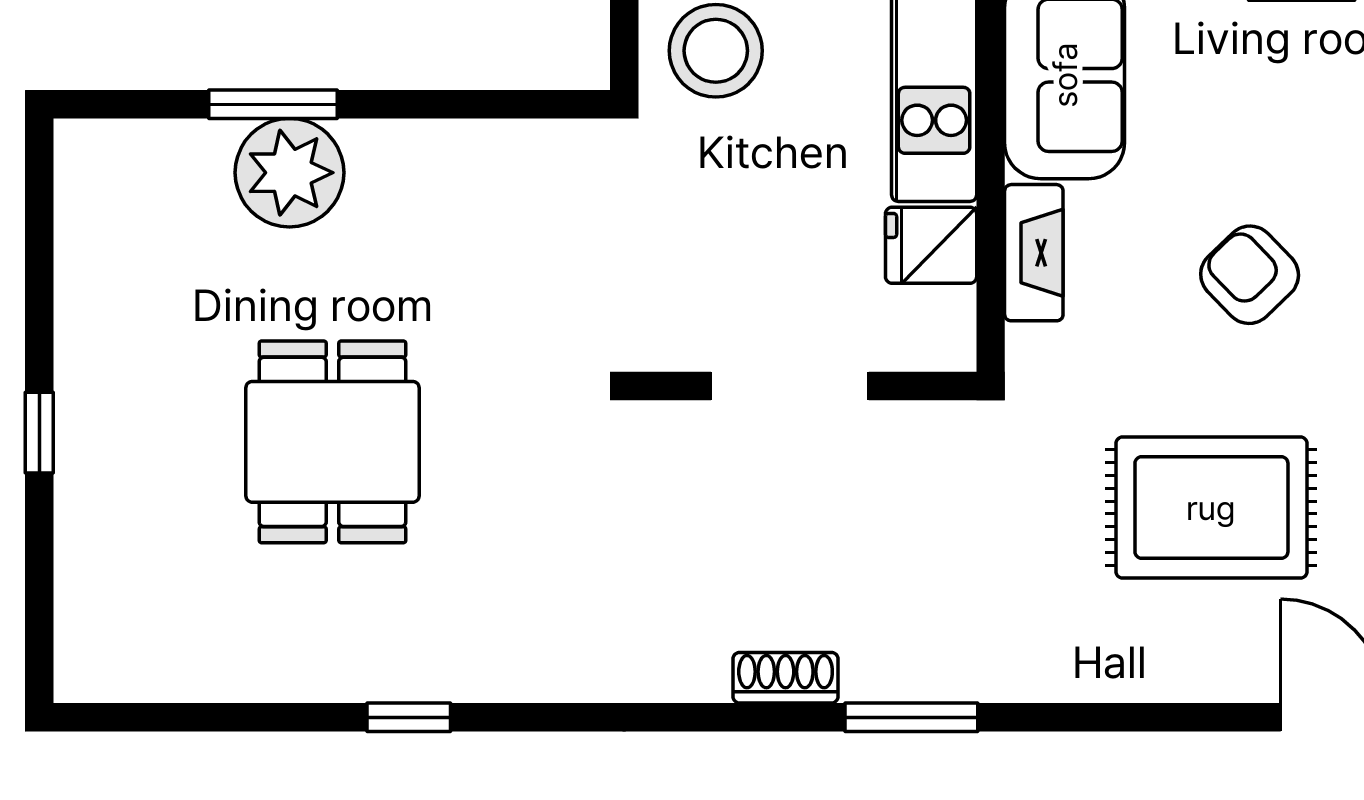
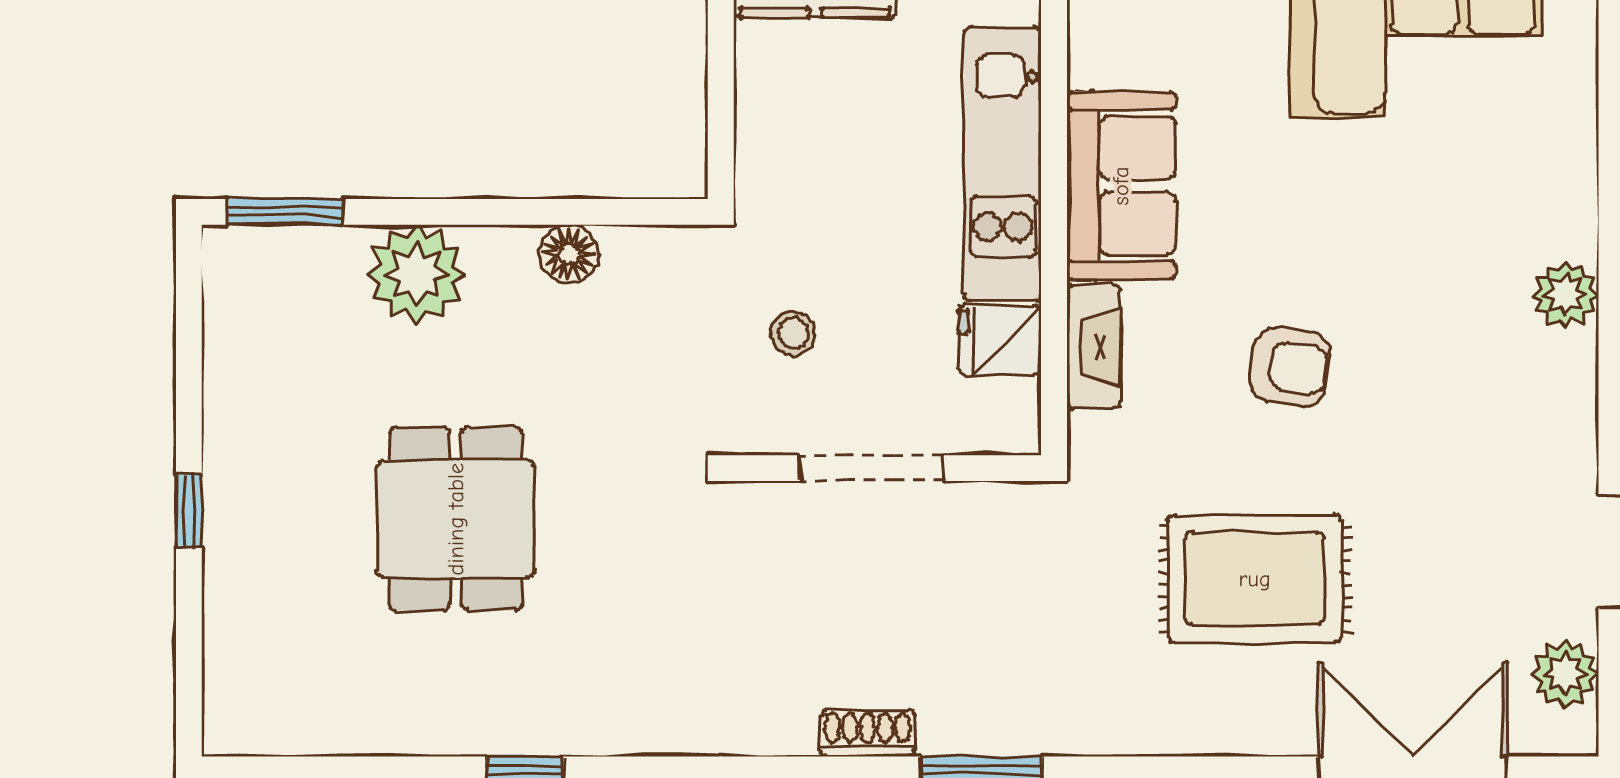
stool: (716, 51) -> (793, 334), moved, width x0.53, depth x0.53
window: (273, 104) -> (285, 212), moved
floor lamp: (457, 151) -> (569, 254), added
armchair: (1250, 275) -> (1290, 367), turned 143

